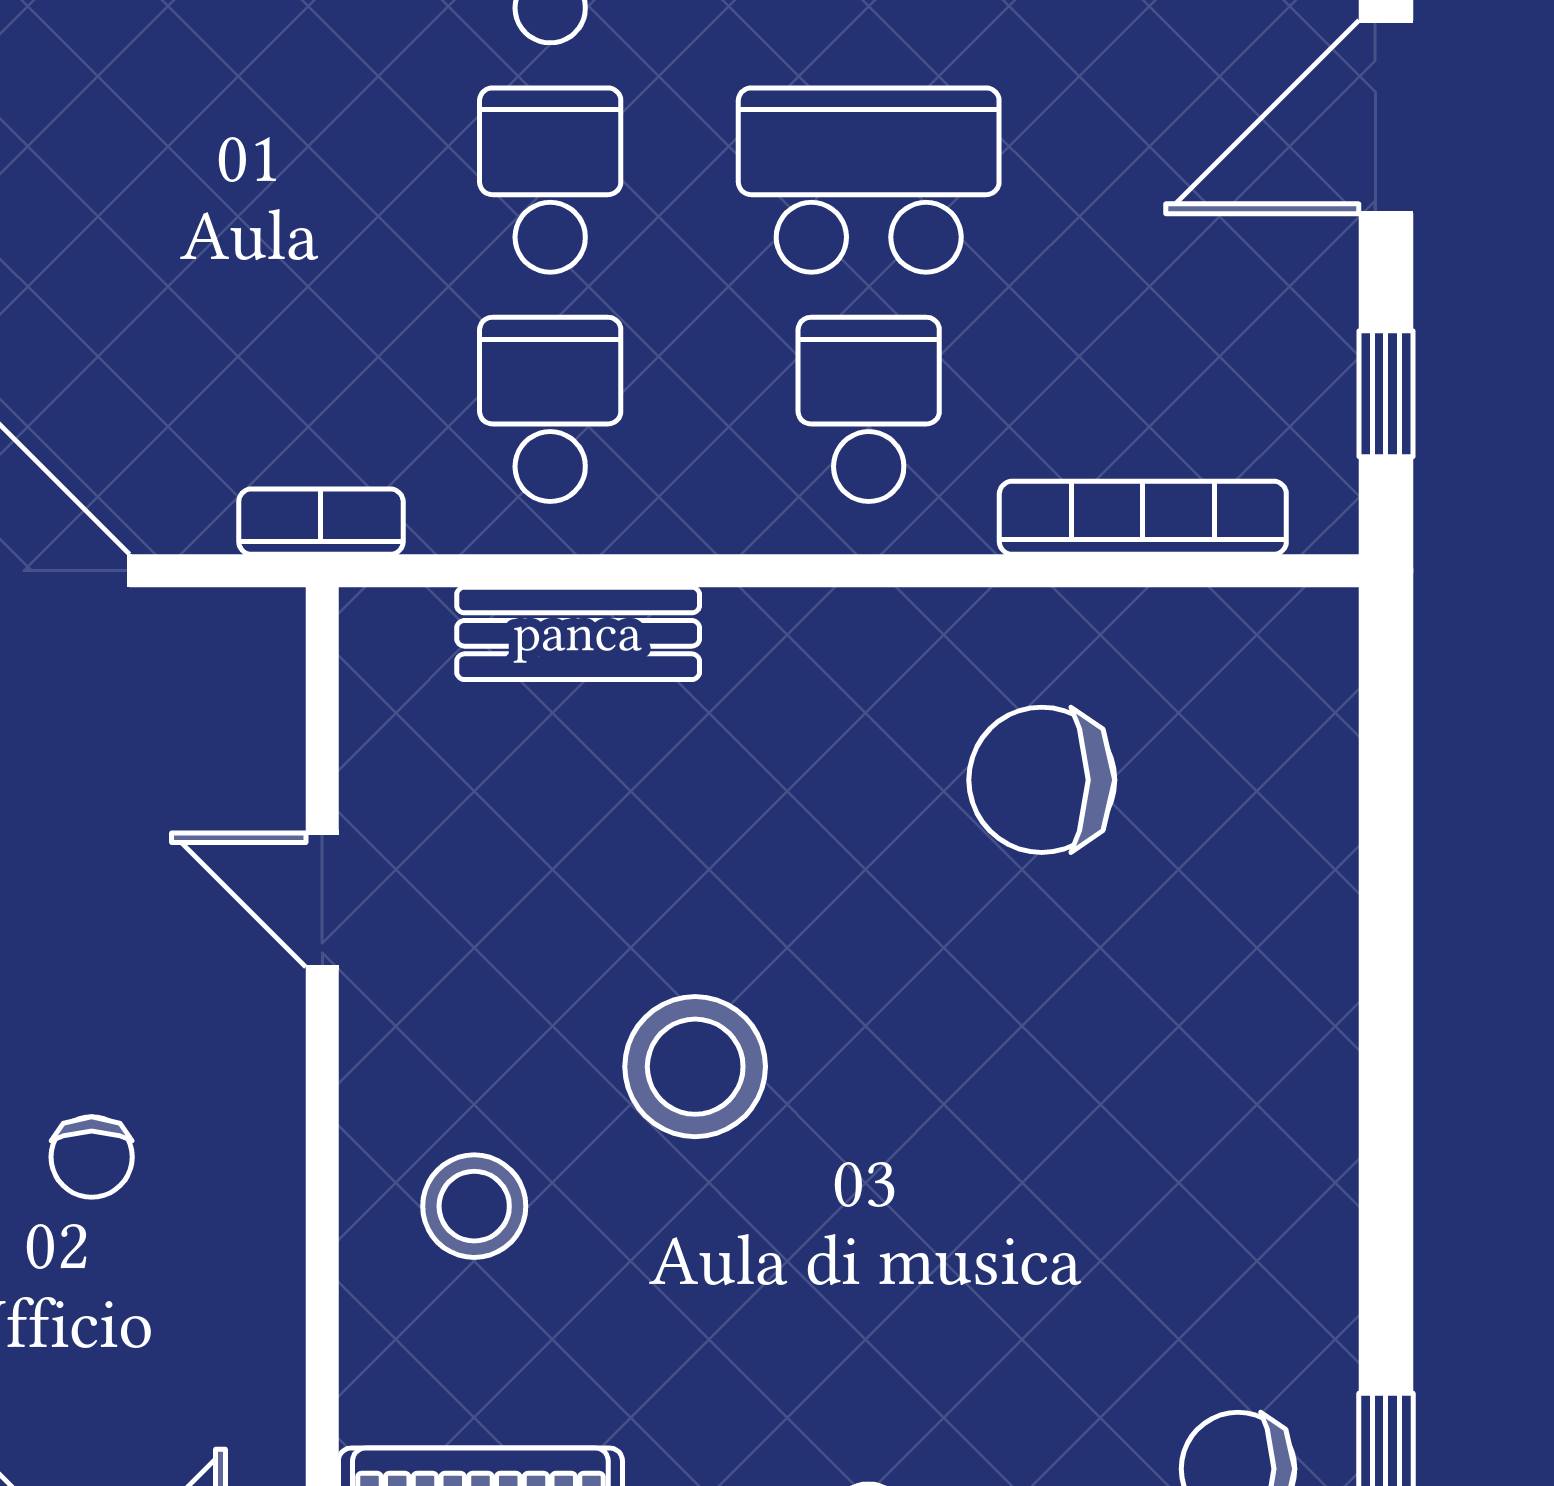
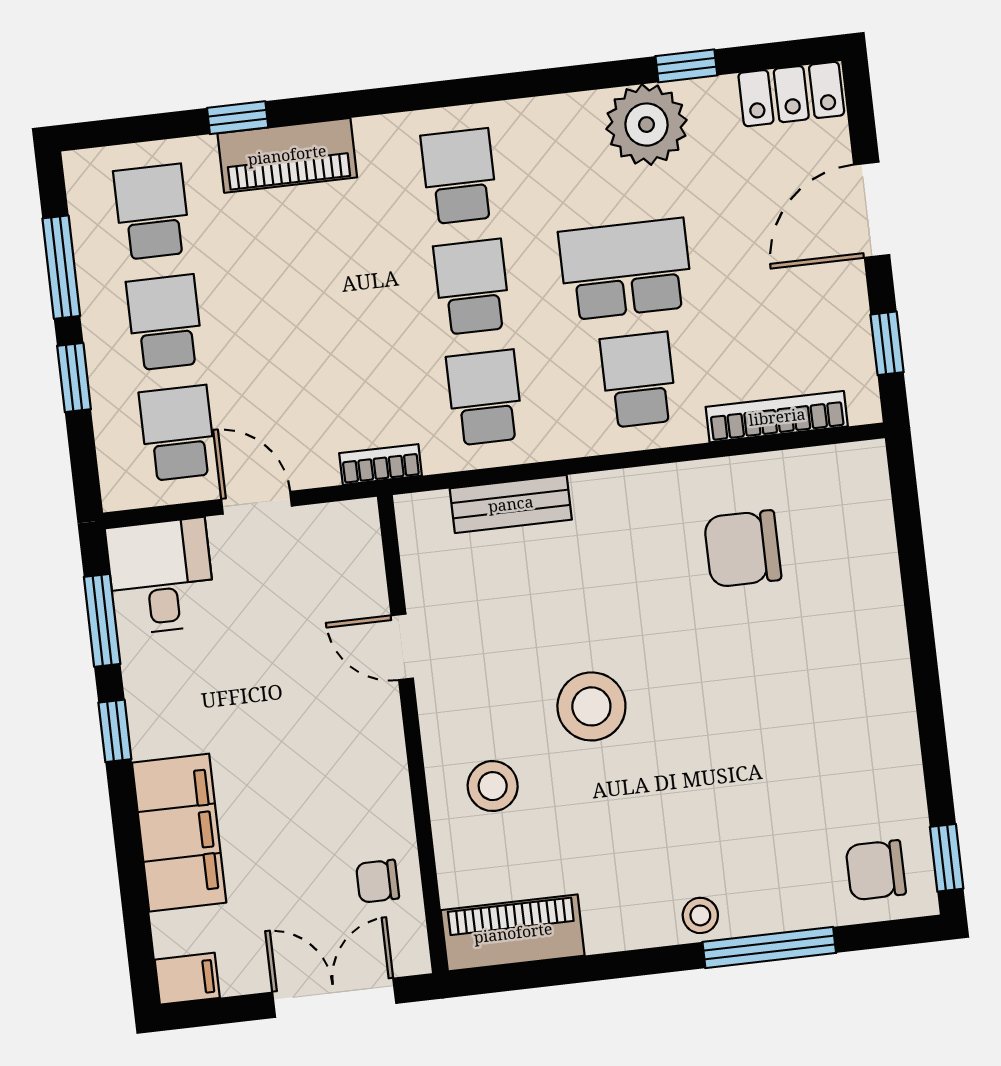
chair: (92, 1157) -> (378, 881), moved, turned 90

